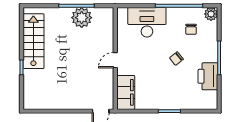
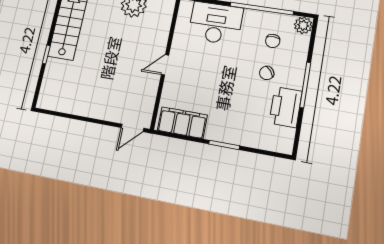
chair: (176, 59) -> (267, 73), moved
filing cabinet: (126, 92) -> (182, 123), moved, turned -90

